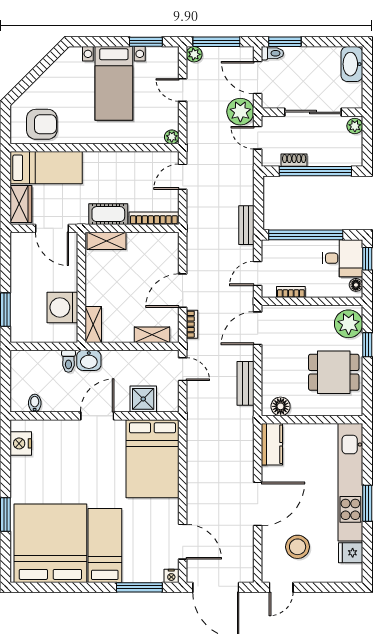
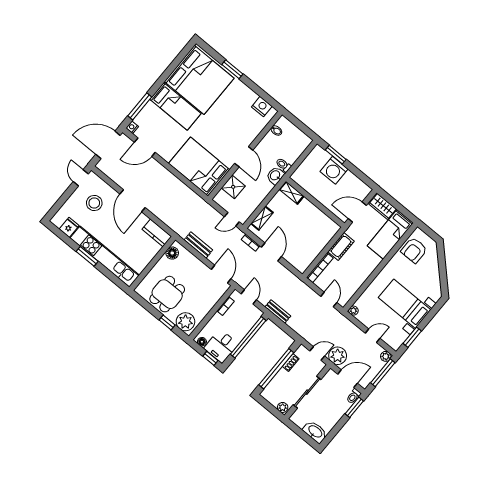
shelving: (106, 241) -> (328, 234), removed
washing machine: (62, 307) -> (334, 170), moved, turned 180

